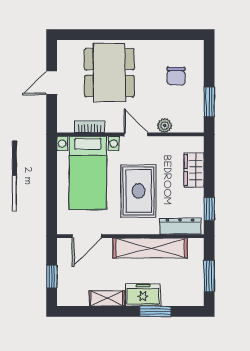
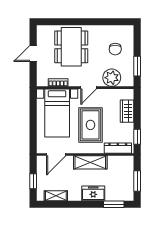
plant: (165, 126) -> (112, 78), width x1.87, depth x1.87
door: (136, 134) -> (89, 88), swing flipped
shelving: (150, 248) -> (90, 162), width x0.68
shelving: (107, 298) -> (56, 196), moved
window: (155, 311) -> (114, 204), moved

